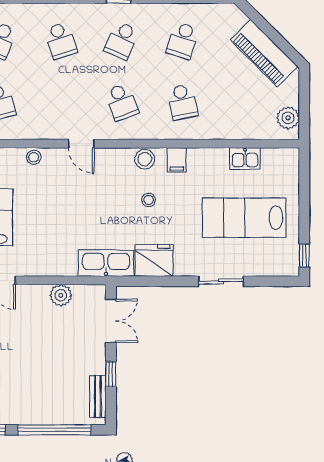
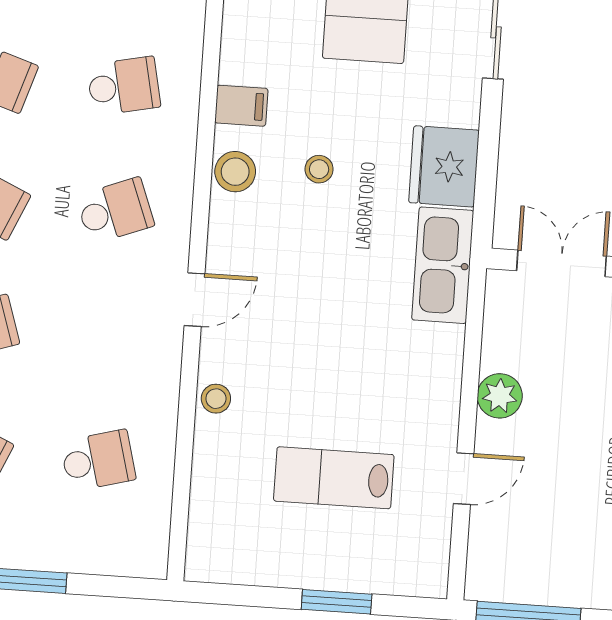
plant: (61, 295) -> (500, 396), moved

